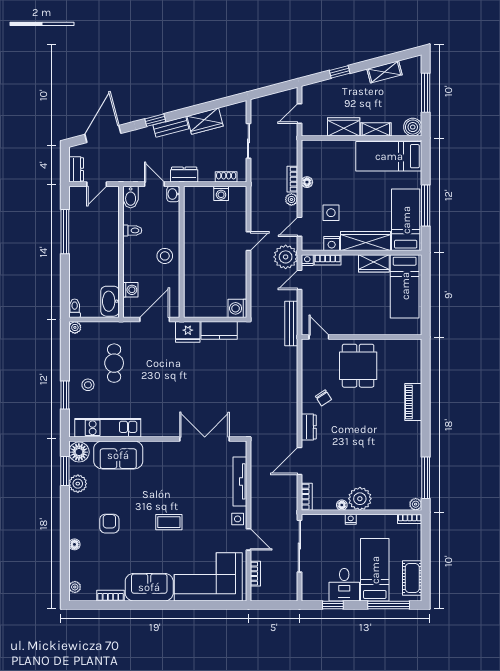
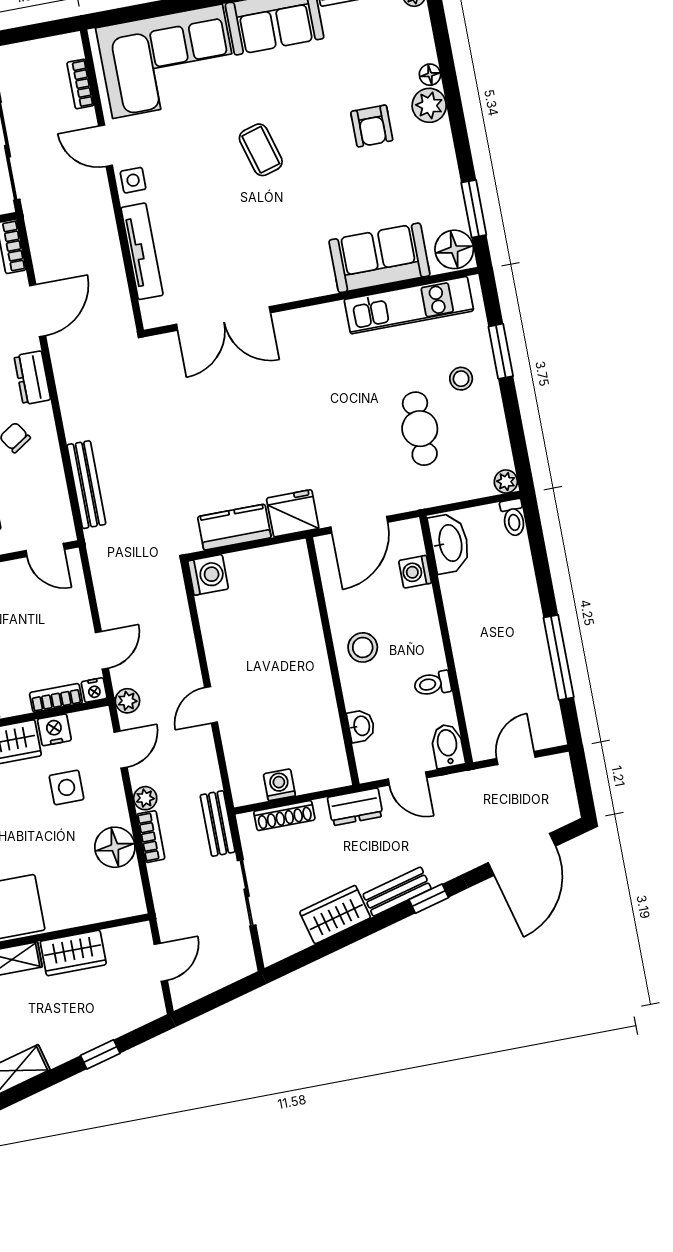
dresser: (76, 169) -> (560, 778), removed
shoe rack: (226, 177) -> (284, 816), width x1.43
bench: (257, 179) -> (218, 824), added
floor lamp: (307, 182) -> (115, 847), width x1.89, depth x1.89
washbasin: (173, 194) -> (361, 726), moved
plant: (286, 257) -> (127, 701), width x0.53, depth x0.53
bench: (291, 323) -> (86, 485), moved
plant: (78, 484) -> (429, 105), moved
coffee table: (169, 522) -> (261, 150), turned 74

